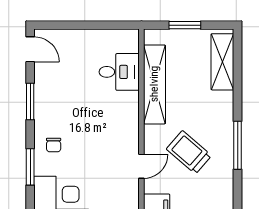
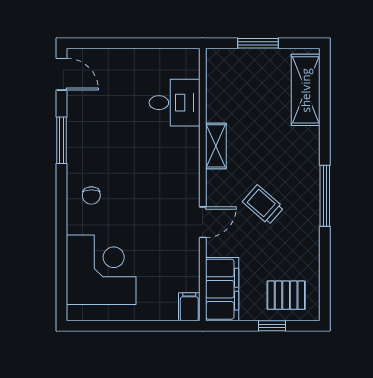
shelving: (154, 84) -> (216, 146), width x0.45, depth x0.75
trolley: (189, 152) -> (263, 205), width x0.73, depth x0.72
window: (30, 167) -> (61, 223), removed

